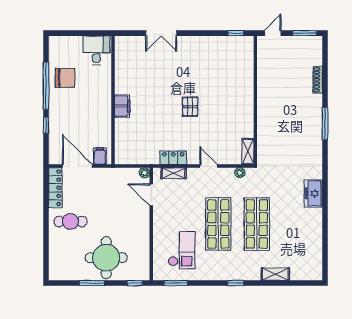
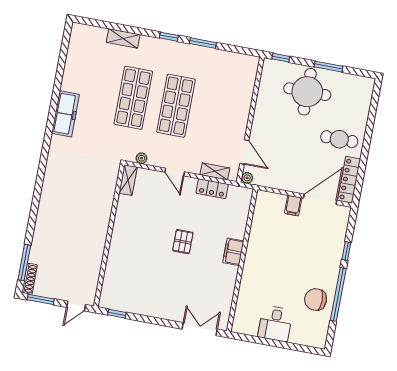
shoe rack: (318, 80) -> (30, 279), moved
wall: (113, 100) -> (242, 260), moved
filing cabinet: (122, 106) -> (233, 252), moved
window: (325, 124) -> (24, 263), moved
door: (77, 166) -> (320, 199), swing flipped
freezer: (313, 193) -> (65, 114), width x1.40
checkout: (182, 250) -> (222, 84), removed
window: (176, 283) -> (203, 43), moved

